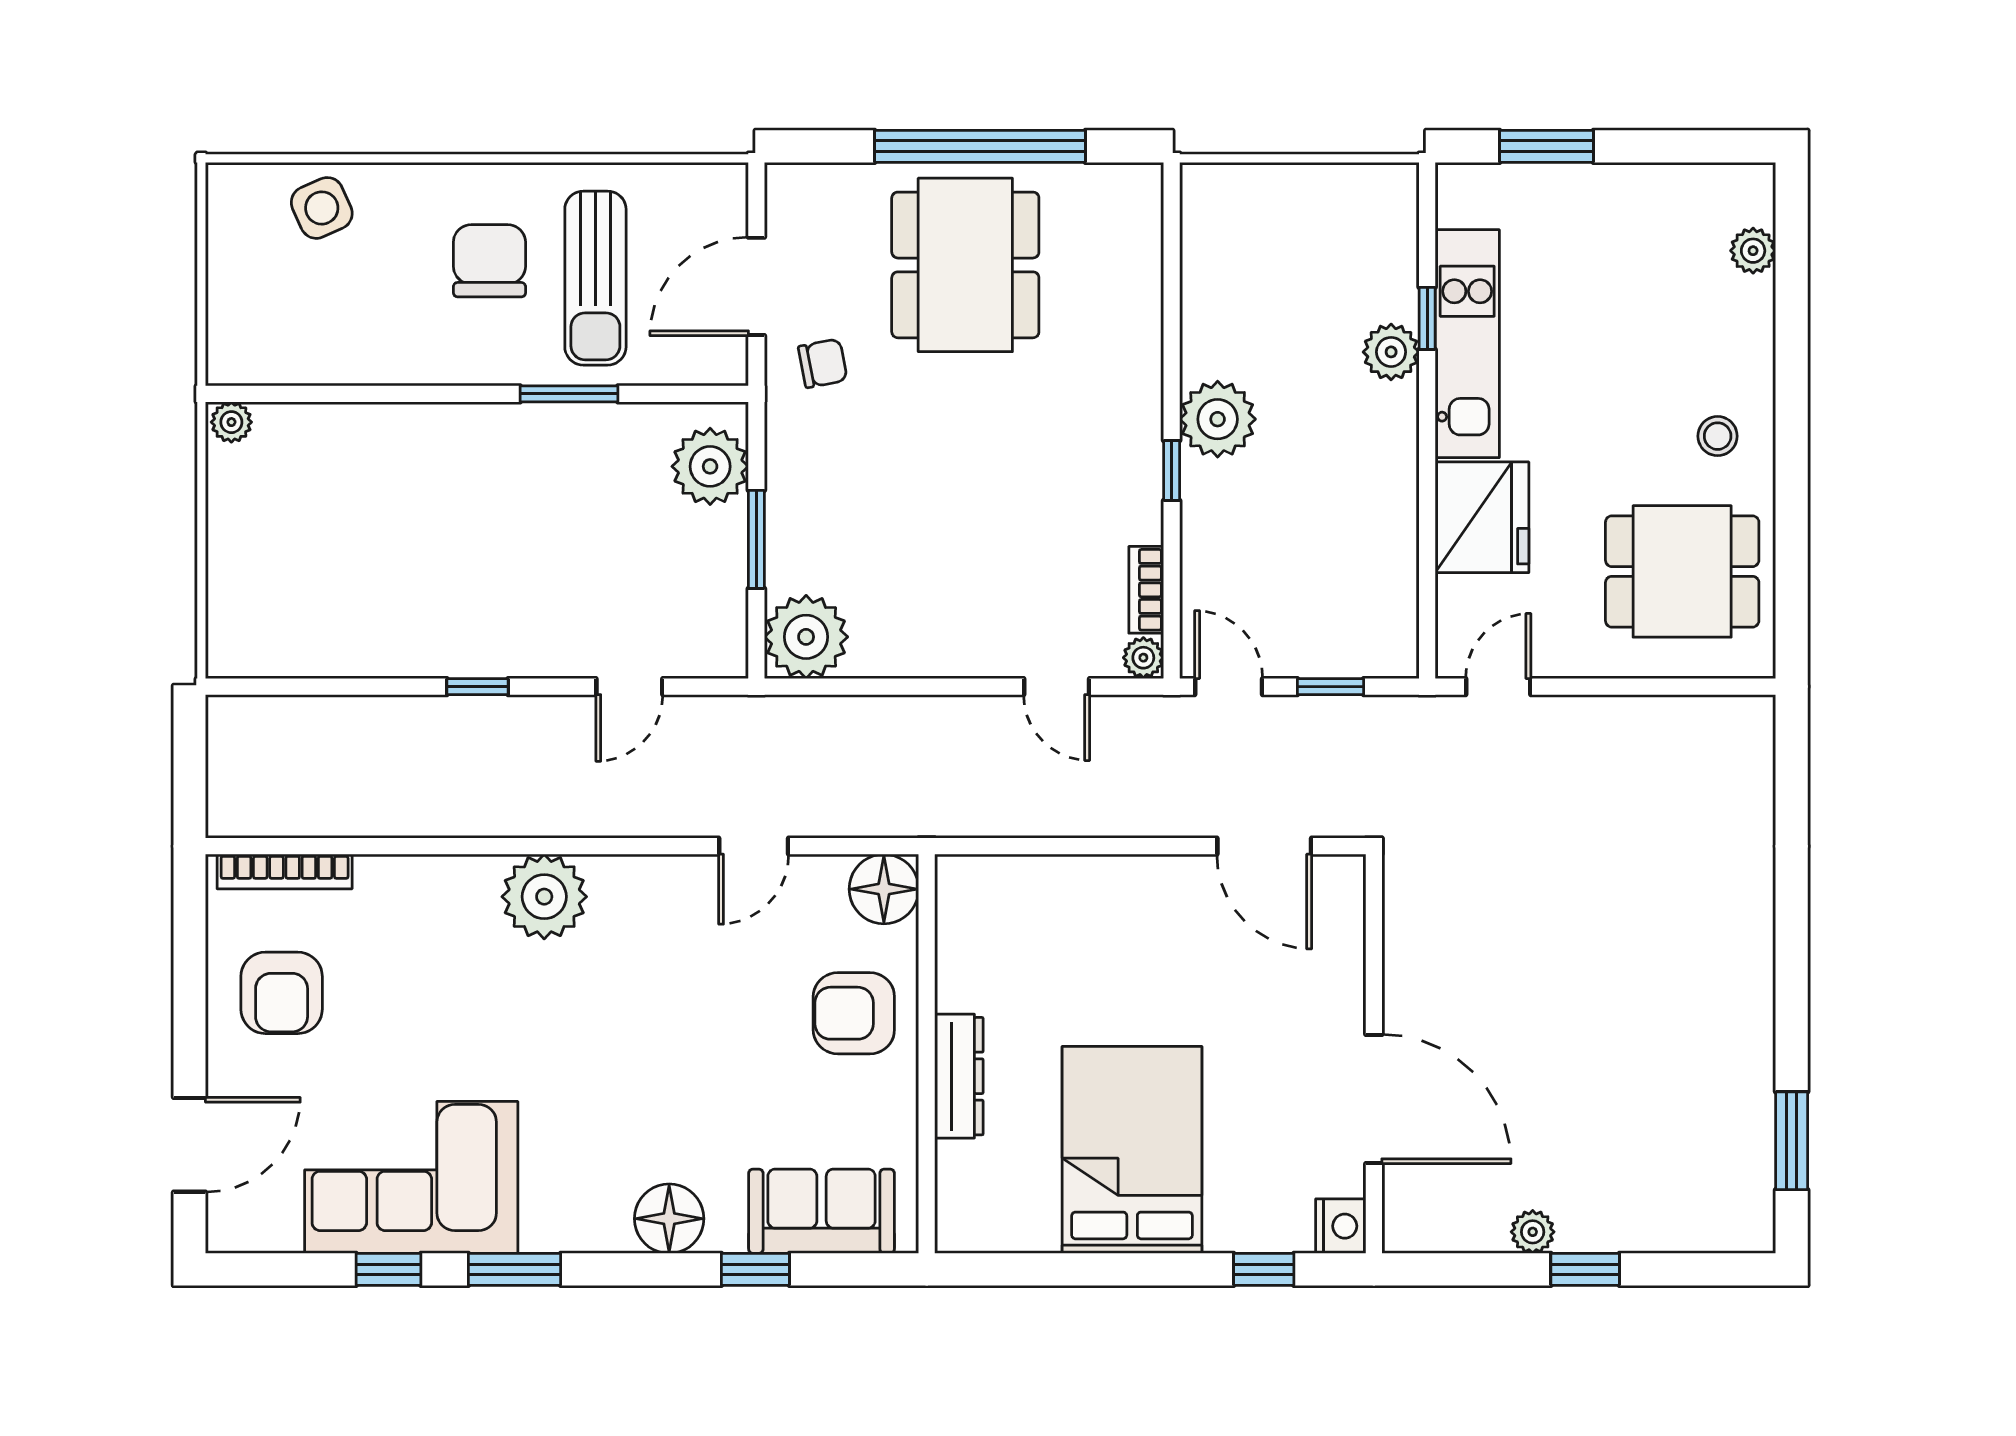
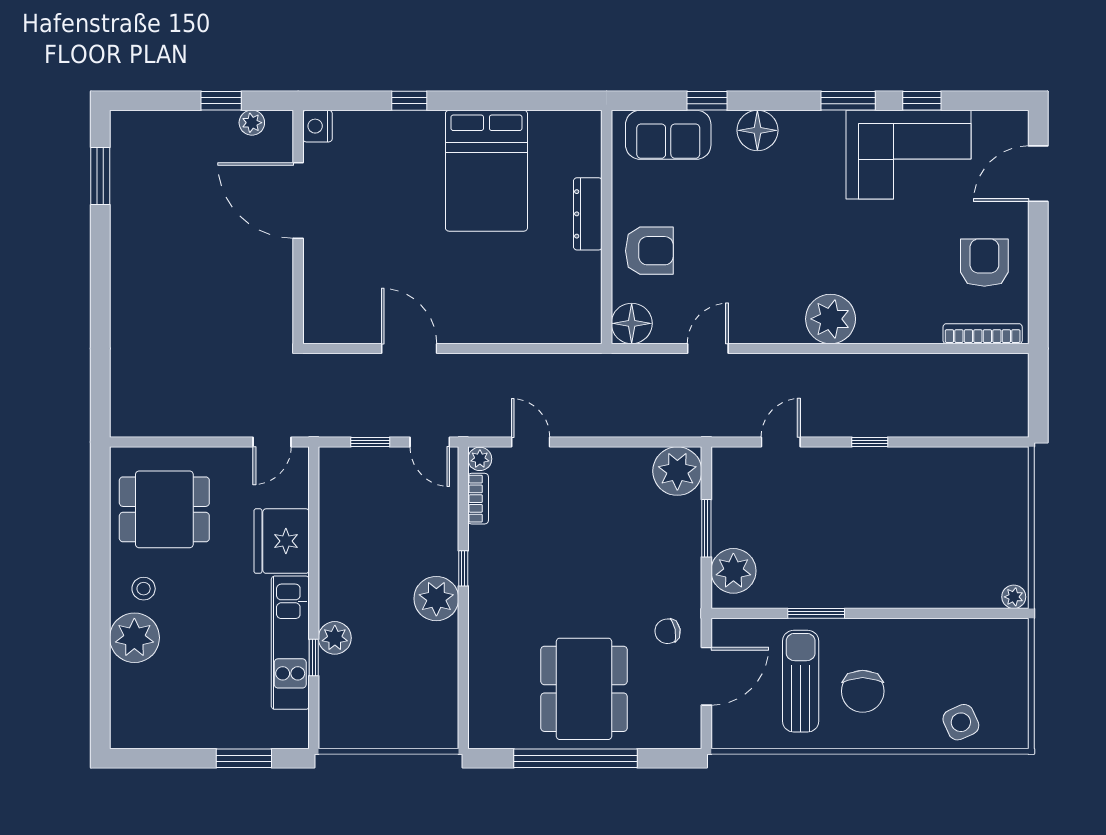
plant: (1753, 251) -> (134, 638), moved, width x1.88, depth x1.88
wall: (1374, 1054) -> (298, 227), moved
door: (1374, 1099) -> (298, 201), moved
nightstand: (1341, 1226) -> (317, 126), moved

